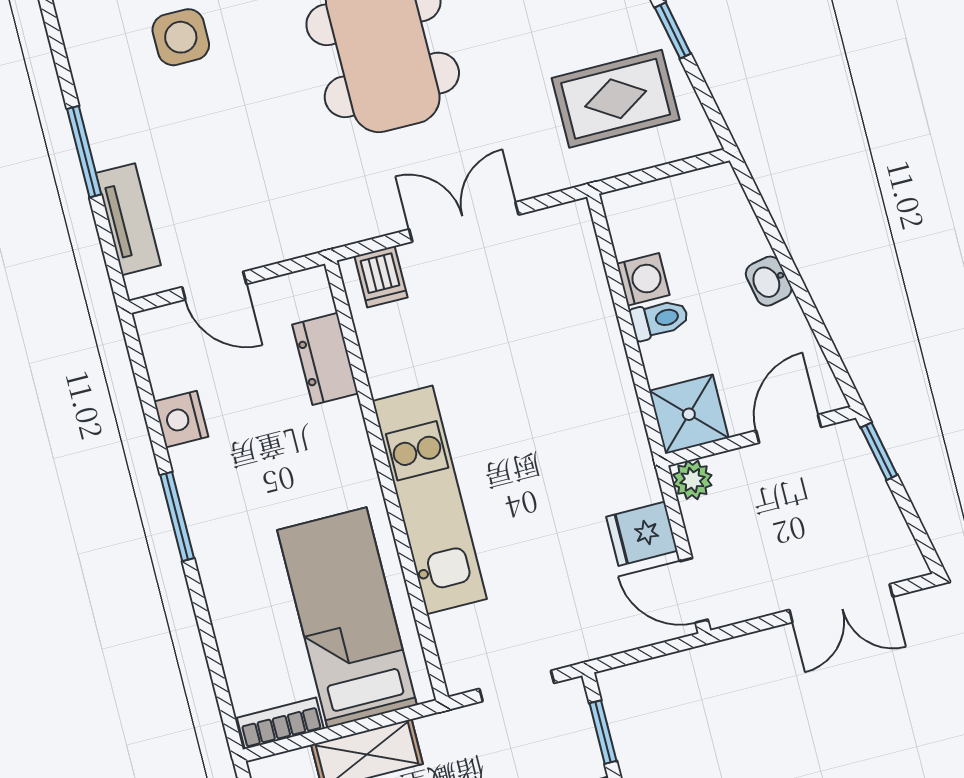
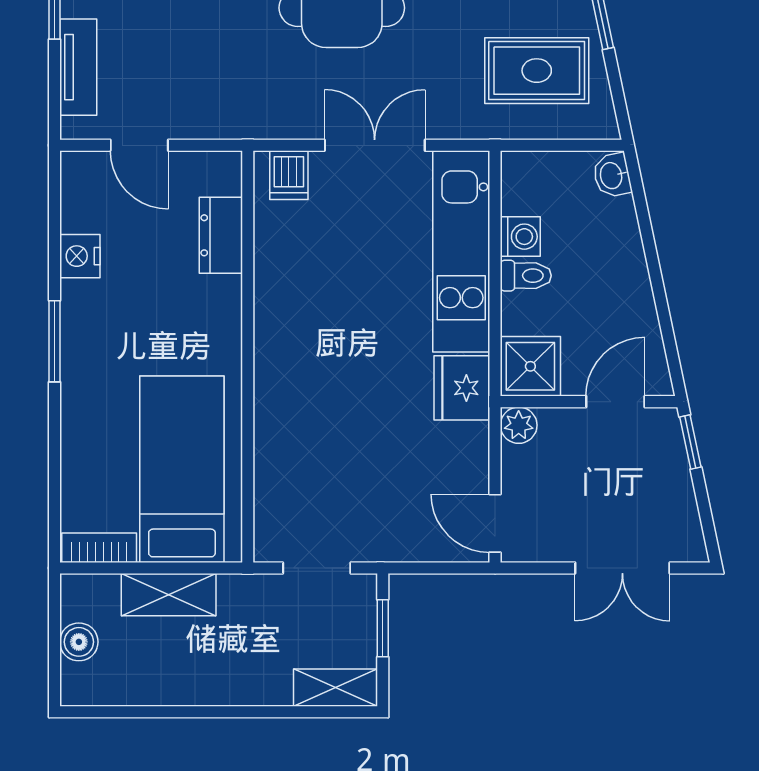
washbasin: (769, 281) -> (612, 175), moved
kitchen unit: (430, 500) -> (461, 251), moved, turned 180
fridge: (642, 534) -> (462, 388), moved, width x1.38

